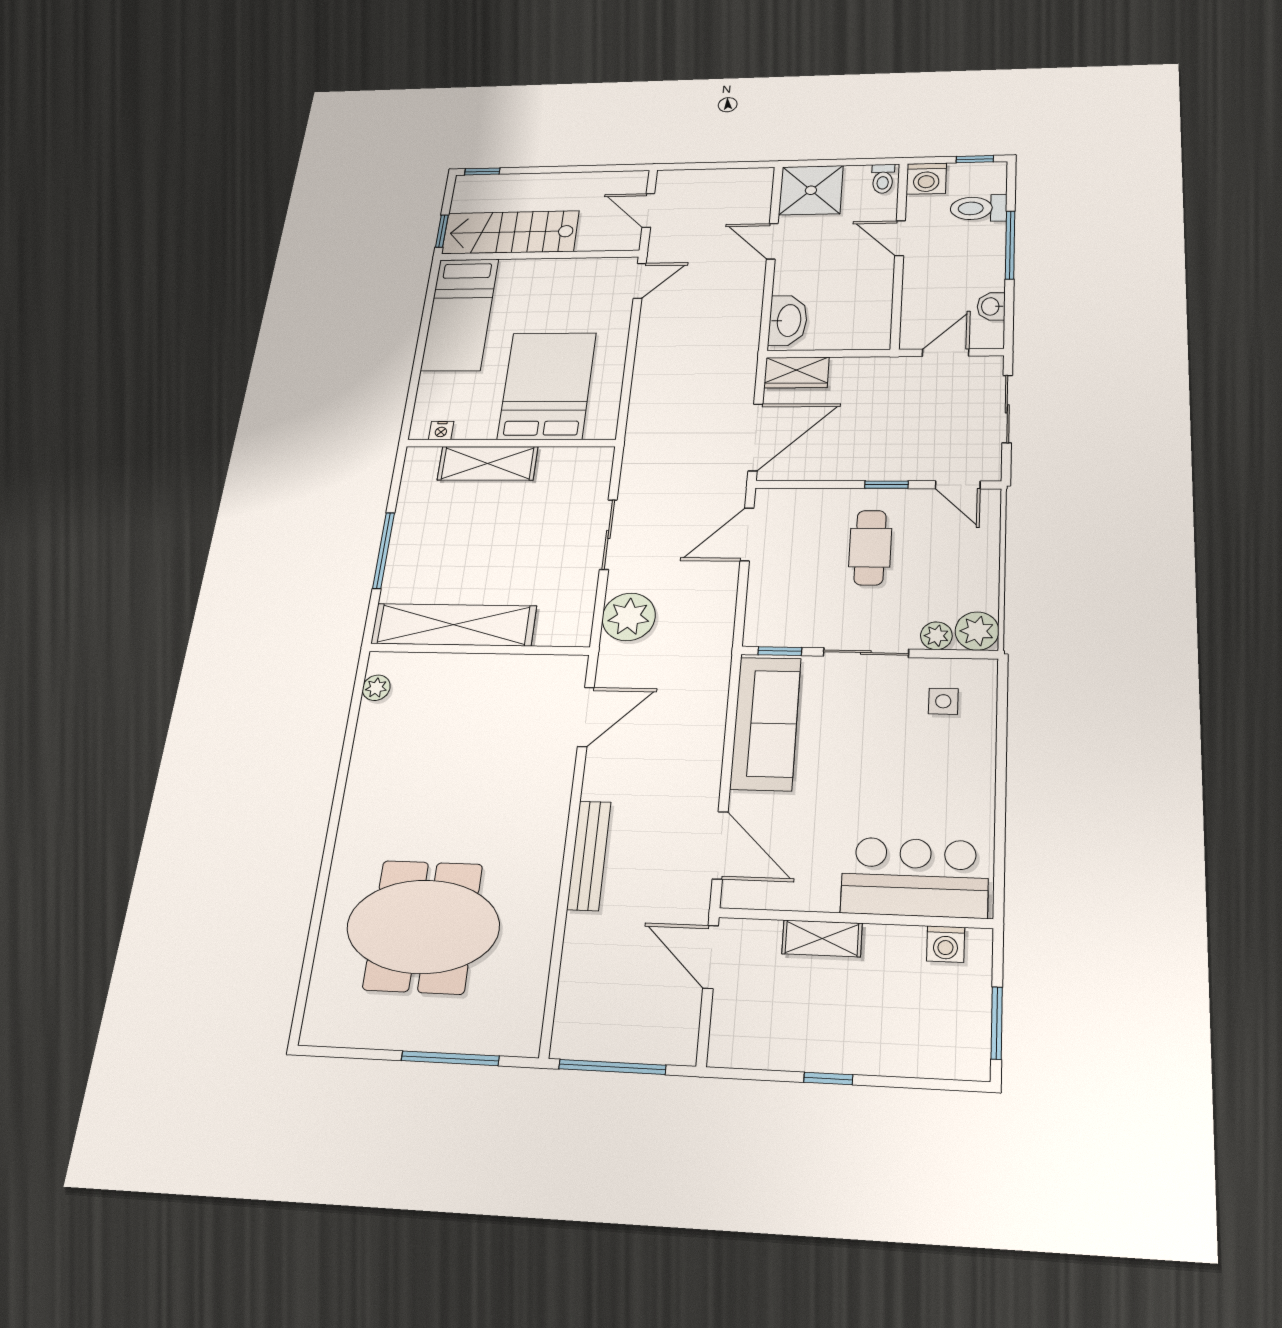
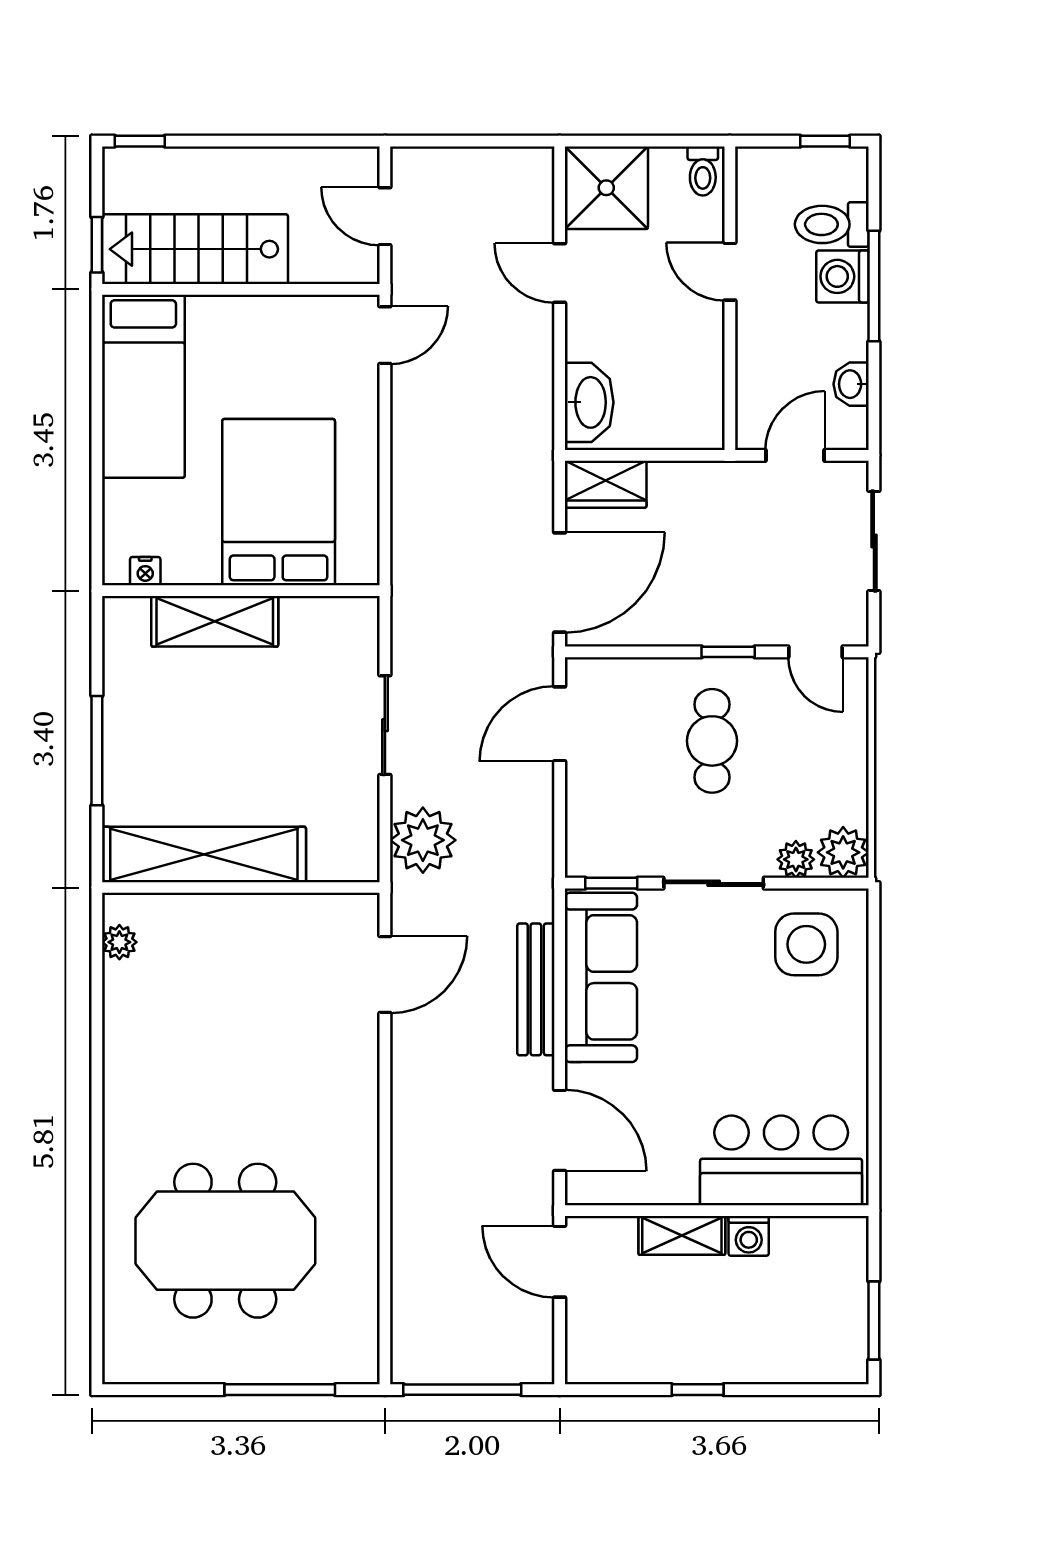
washing machine: (926, 179) -> (843, 276), moved, turned 90
side table: (943, 701) -> (806, 944), width x1.87, depth x1.87
bench: (589, 855) -> (536, 989), moved
washing machine: (946, 944) -> (749, 1236), moved

